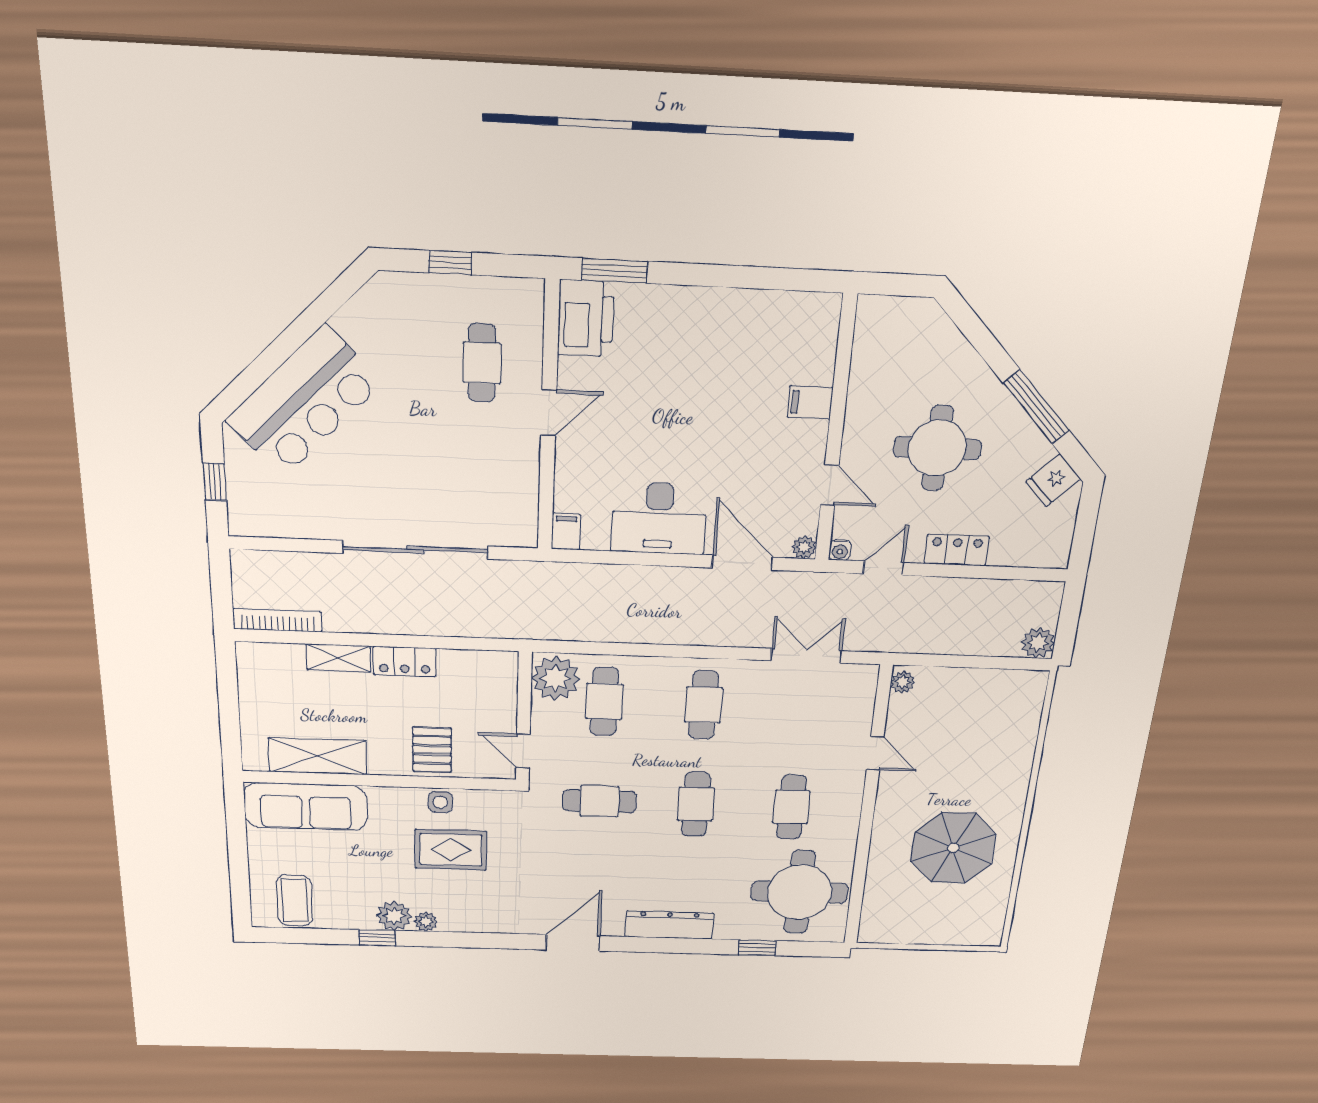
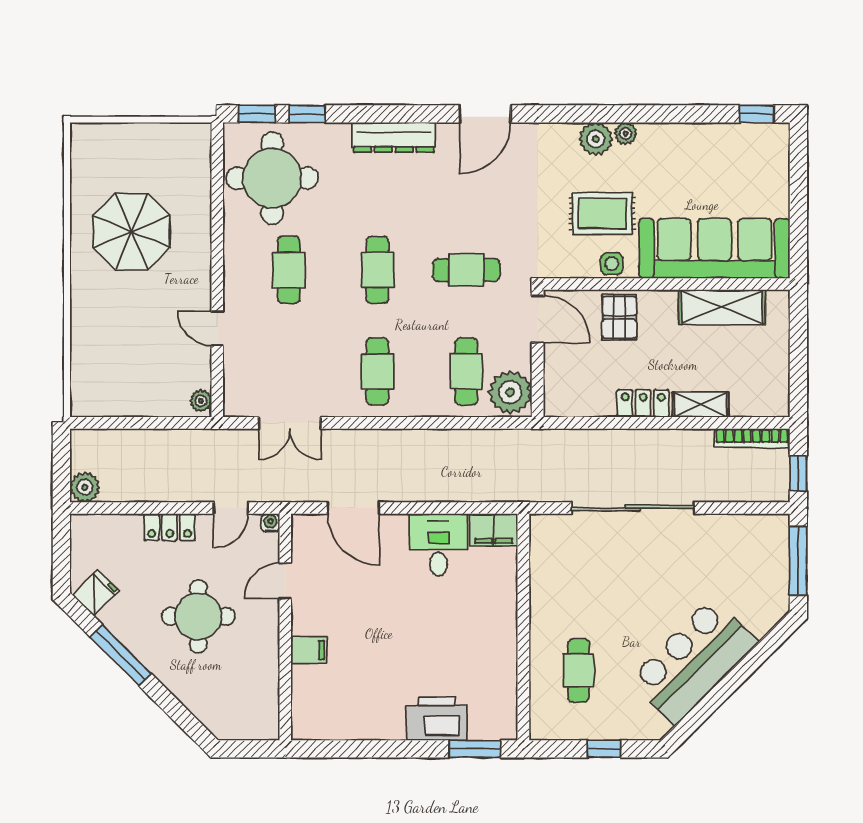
printer: (586, 319) -> (437, 719), moved, turned 90
bar counter: (304, 402) -> (694, 661), moved
door: (549, 413) -> (523, 632), removed
window: (215, 482) -> (798, 561), width x2.17
door: (830, 485) -> (285, 581), hinge flipped
desk: (659, 518) -> (438, 545), width x0.73
filing cabinet: (566, 532) -> (494, 530), width x2.00
plant: (804, 547) -> (302, 524), removed
window: (221, 580) -> (798, 473), added
plant: (1038, 643) -> (85, 487), moved
door: (523, 751) -> (538, 319), width x1.38
sofa: (306, 807) -> (714, 248), width x1.36, depth x1.27
coffee table: (295, 900) -> (748, 153), removed
plant: (394, 916) -> (596, 139), moved
window: (377, 938) -> (757, 114), moved
window: (809, 949) -> (257, 114), added

